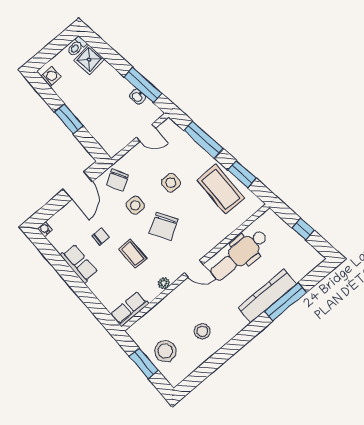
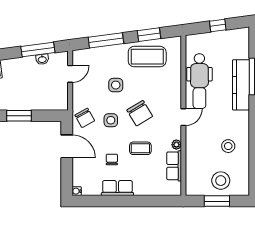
row of seats: (130, 309) -> (174, 166), moved

